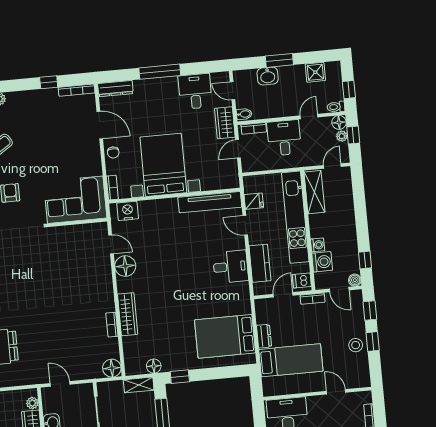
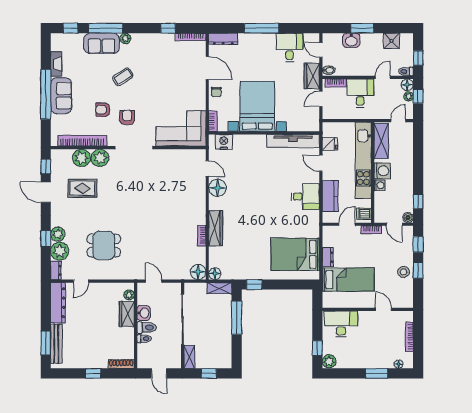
washing machine: (322, 262) -> (382, 171), moved
floor lamp: (154, 366) -> (215, 274), moved

